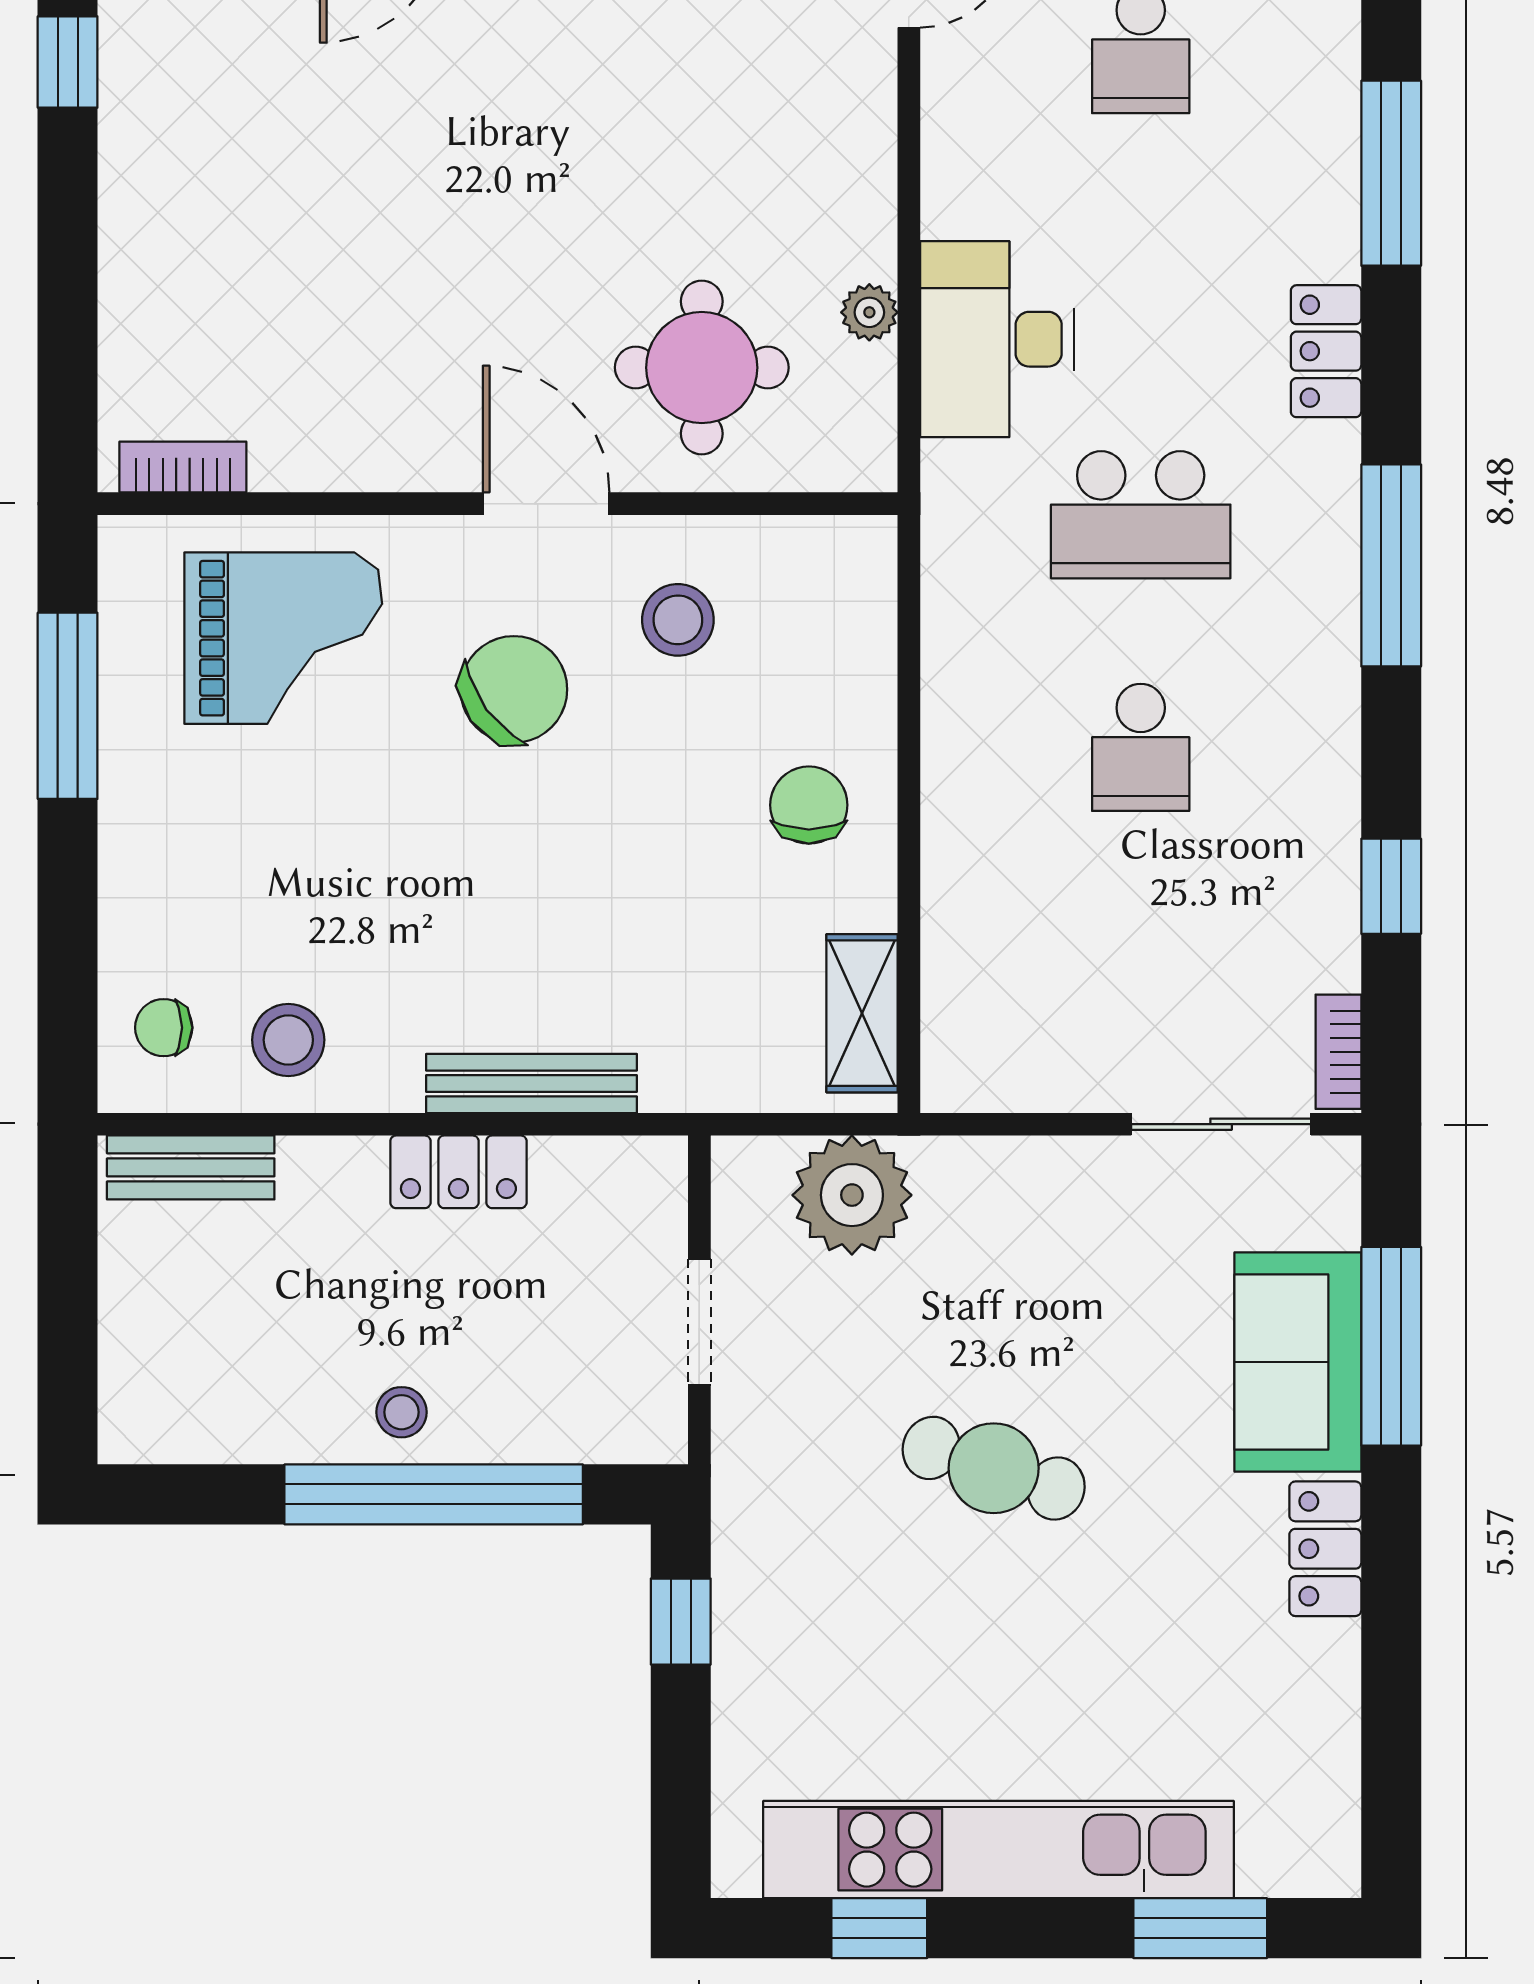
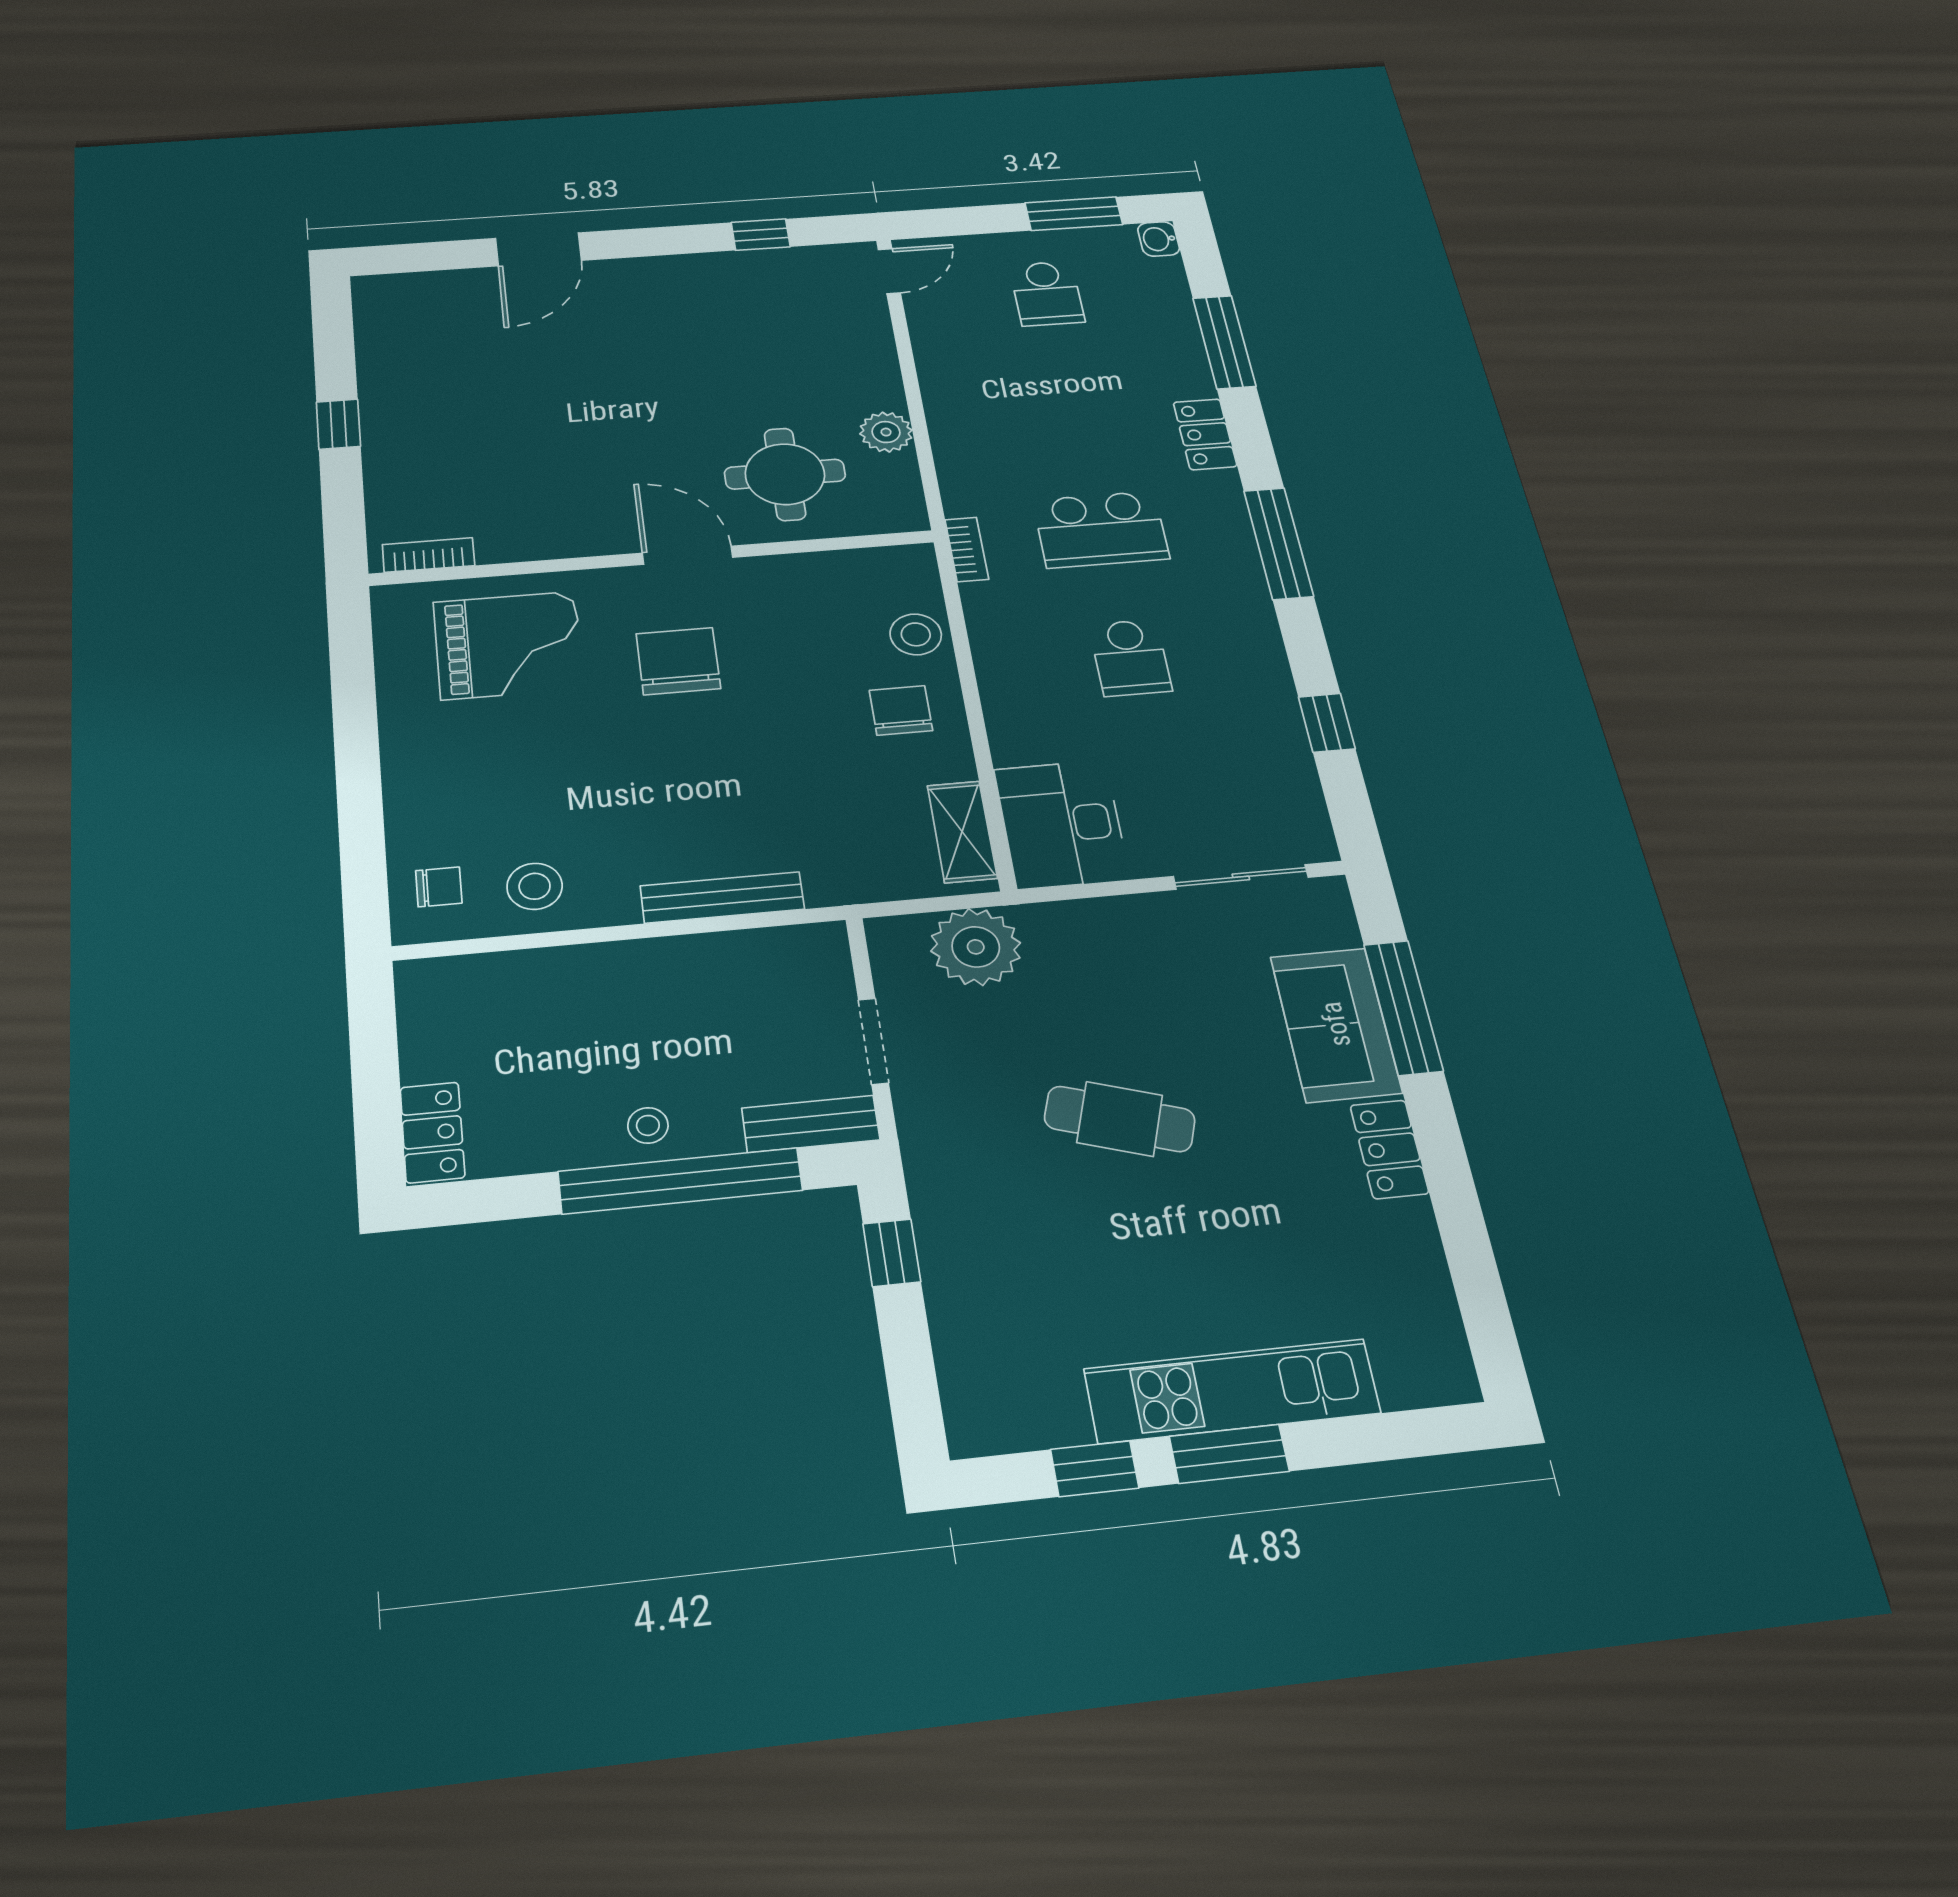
window: (68, 62) -> (338, 424), moved
plant: (869, 312) -> (886, 432), width x1.38, depth x1.38
desk: (997, 339) -> (1062, 824), moved
stool: (678, 620) -> (916, 634), moved
chair: (514, 689) -> (678, 661), turned -54
window: (68, 706) -> (354, 697), removed
chair: (164, 1028) -> (439, 887), turned 180
bookcase: (1338, 1052) -> (967, 549), moved, turned 180
bench: (191, 1167) -> (811, 1124), moved
locker: (458, 1172) -> (432, 1132), moved, turned -90
kitchen unit: (999, 1850) -> (1232, 1391), width x0.73
window: (1200, 1928) -> (1229, 1454), moved

